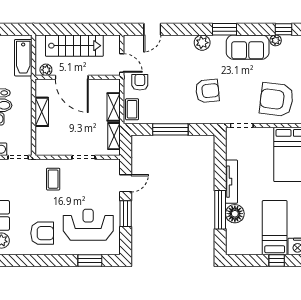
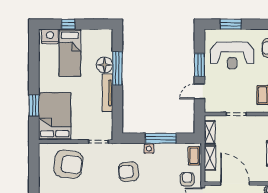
door: (72, 77) -> (235, 184), moved
armchair: (140, 82) -> (187, 179), turned 180
side table: (184, 117) -> (149, 149), added

